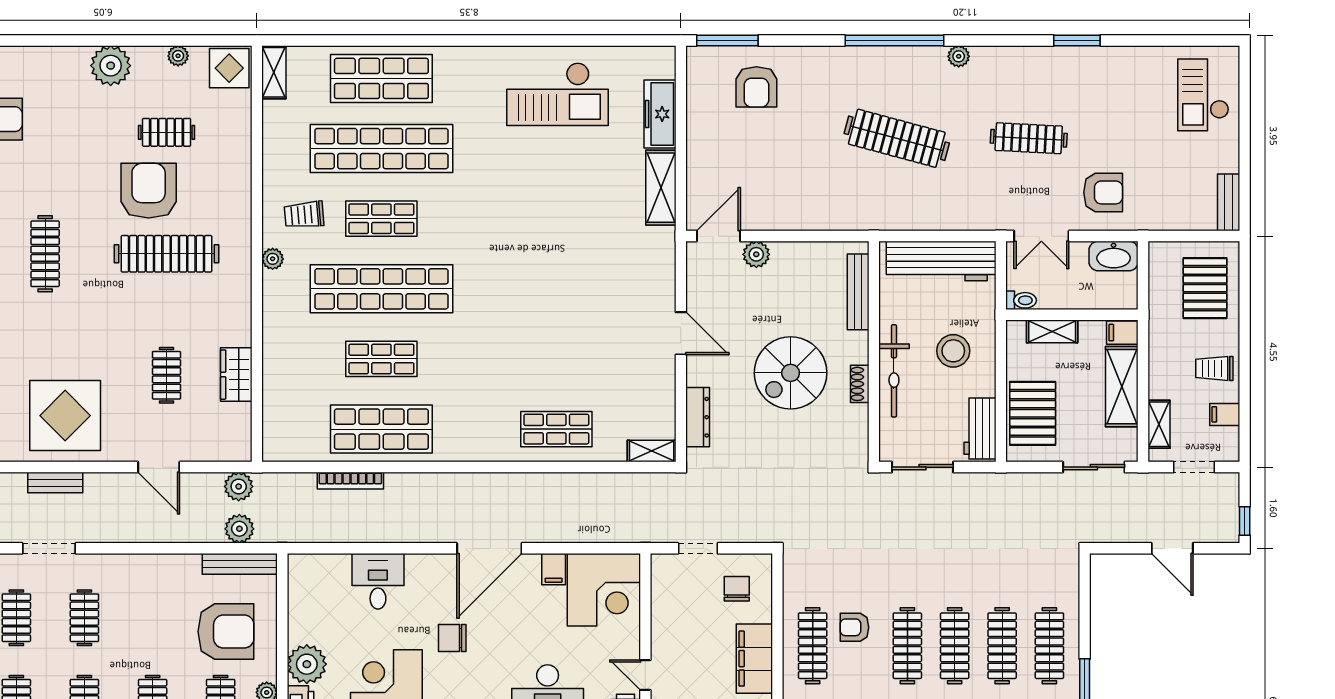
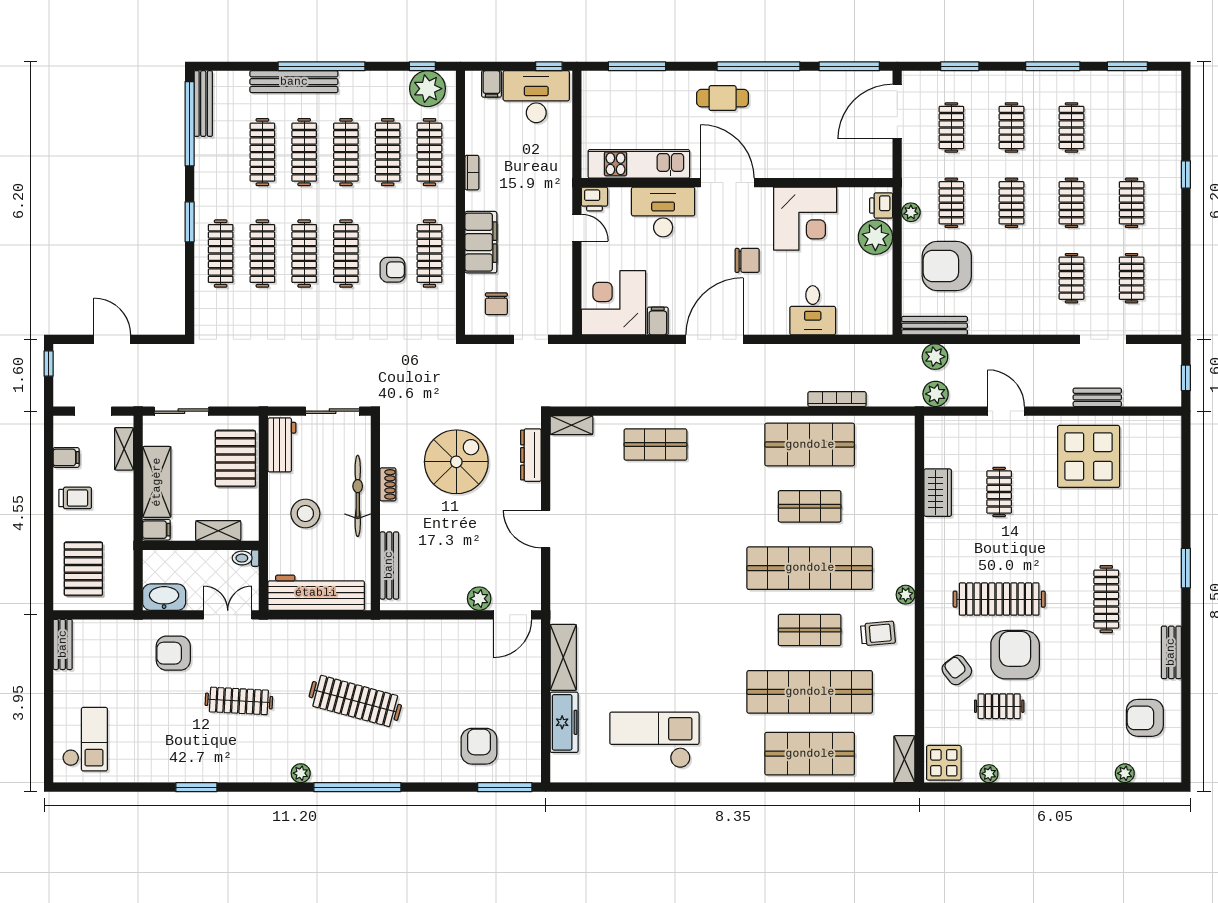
plant: (111, 66) -> (1125, 773), moved, width x0.53, depth x0.53
armchair: (215, 173) -> (957, 670), added
armchair: (149, 191) -> (1015, 655), turned 180
spiral stairs: (791, 373) -> (456, 462), moved

